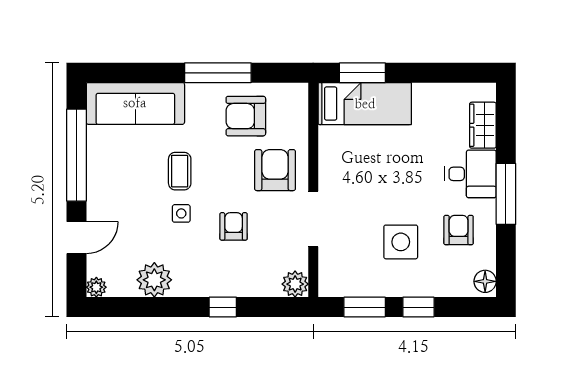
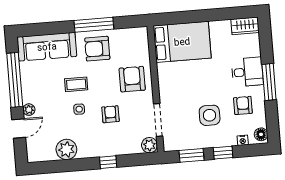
window: (362, 73) -> (179, 18), removed
bed: (365, 104) -> (182, 42), width x1.50
armchair: (246, 116) -> (97, 49), moved
wardrobe: (483, 125) -> (245, 26), moved, turned -90
coffee table: (180, 171) -> (76, 84), turned 90
doorway: (313, 219) -> (158, 120), moved
plant: (96, 287) -> (29, 110), moved
nightstand: (453, 289) -> (243, 140), added

